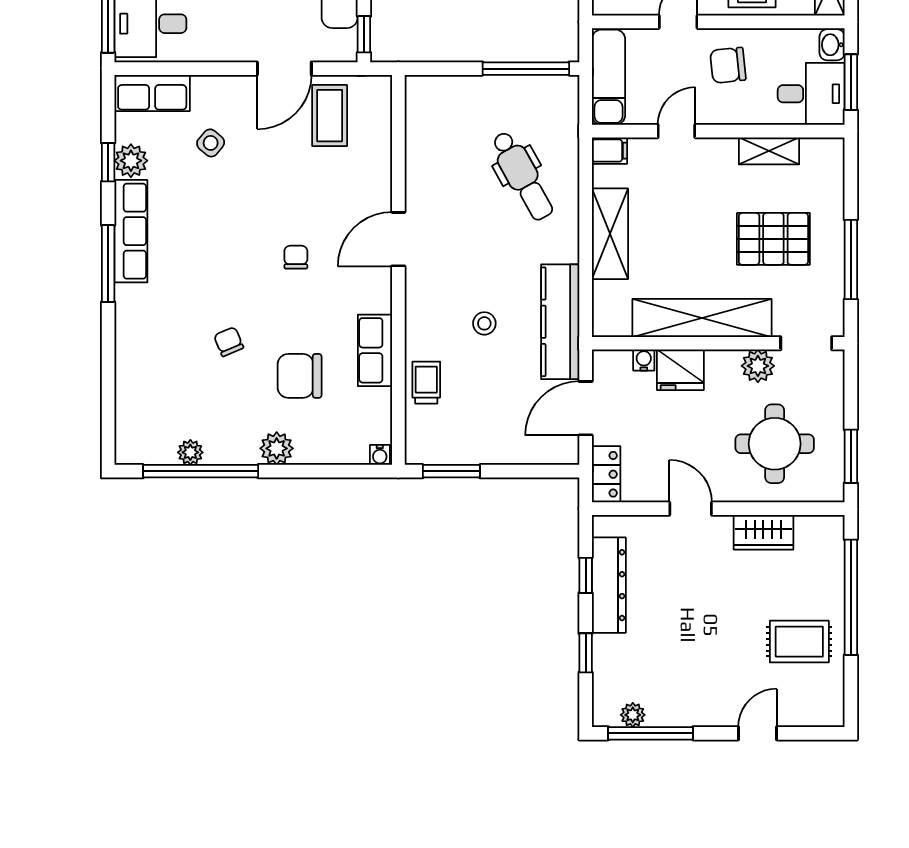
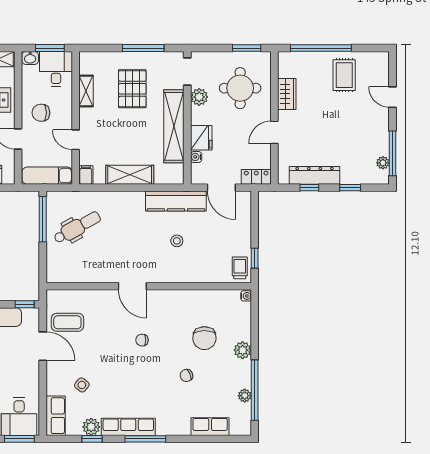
chair: (728, 65) -> (41, 113), turned 96
dental chair: (522, 176) -> (77, 227), moved
row of seats: (375, 350) -> (210, 427), moved, turned 180
trolley: (426, 383) -> (240, 268), moved, turned 90
window: (451, 471) -> (255, 258), width x0.67

